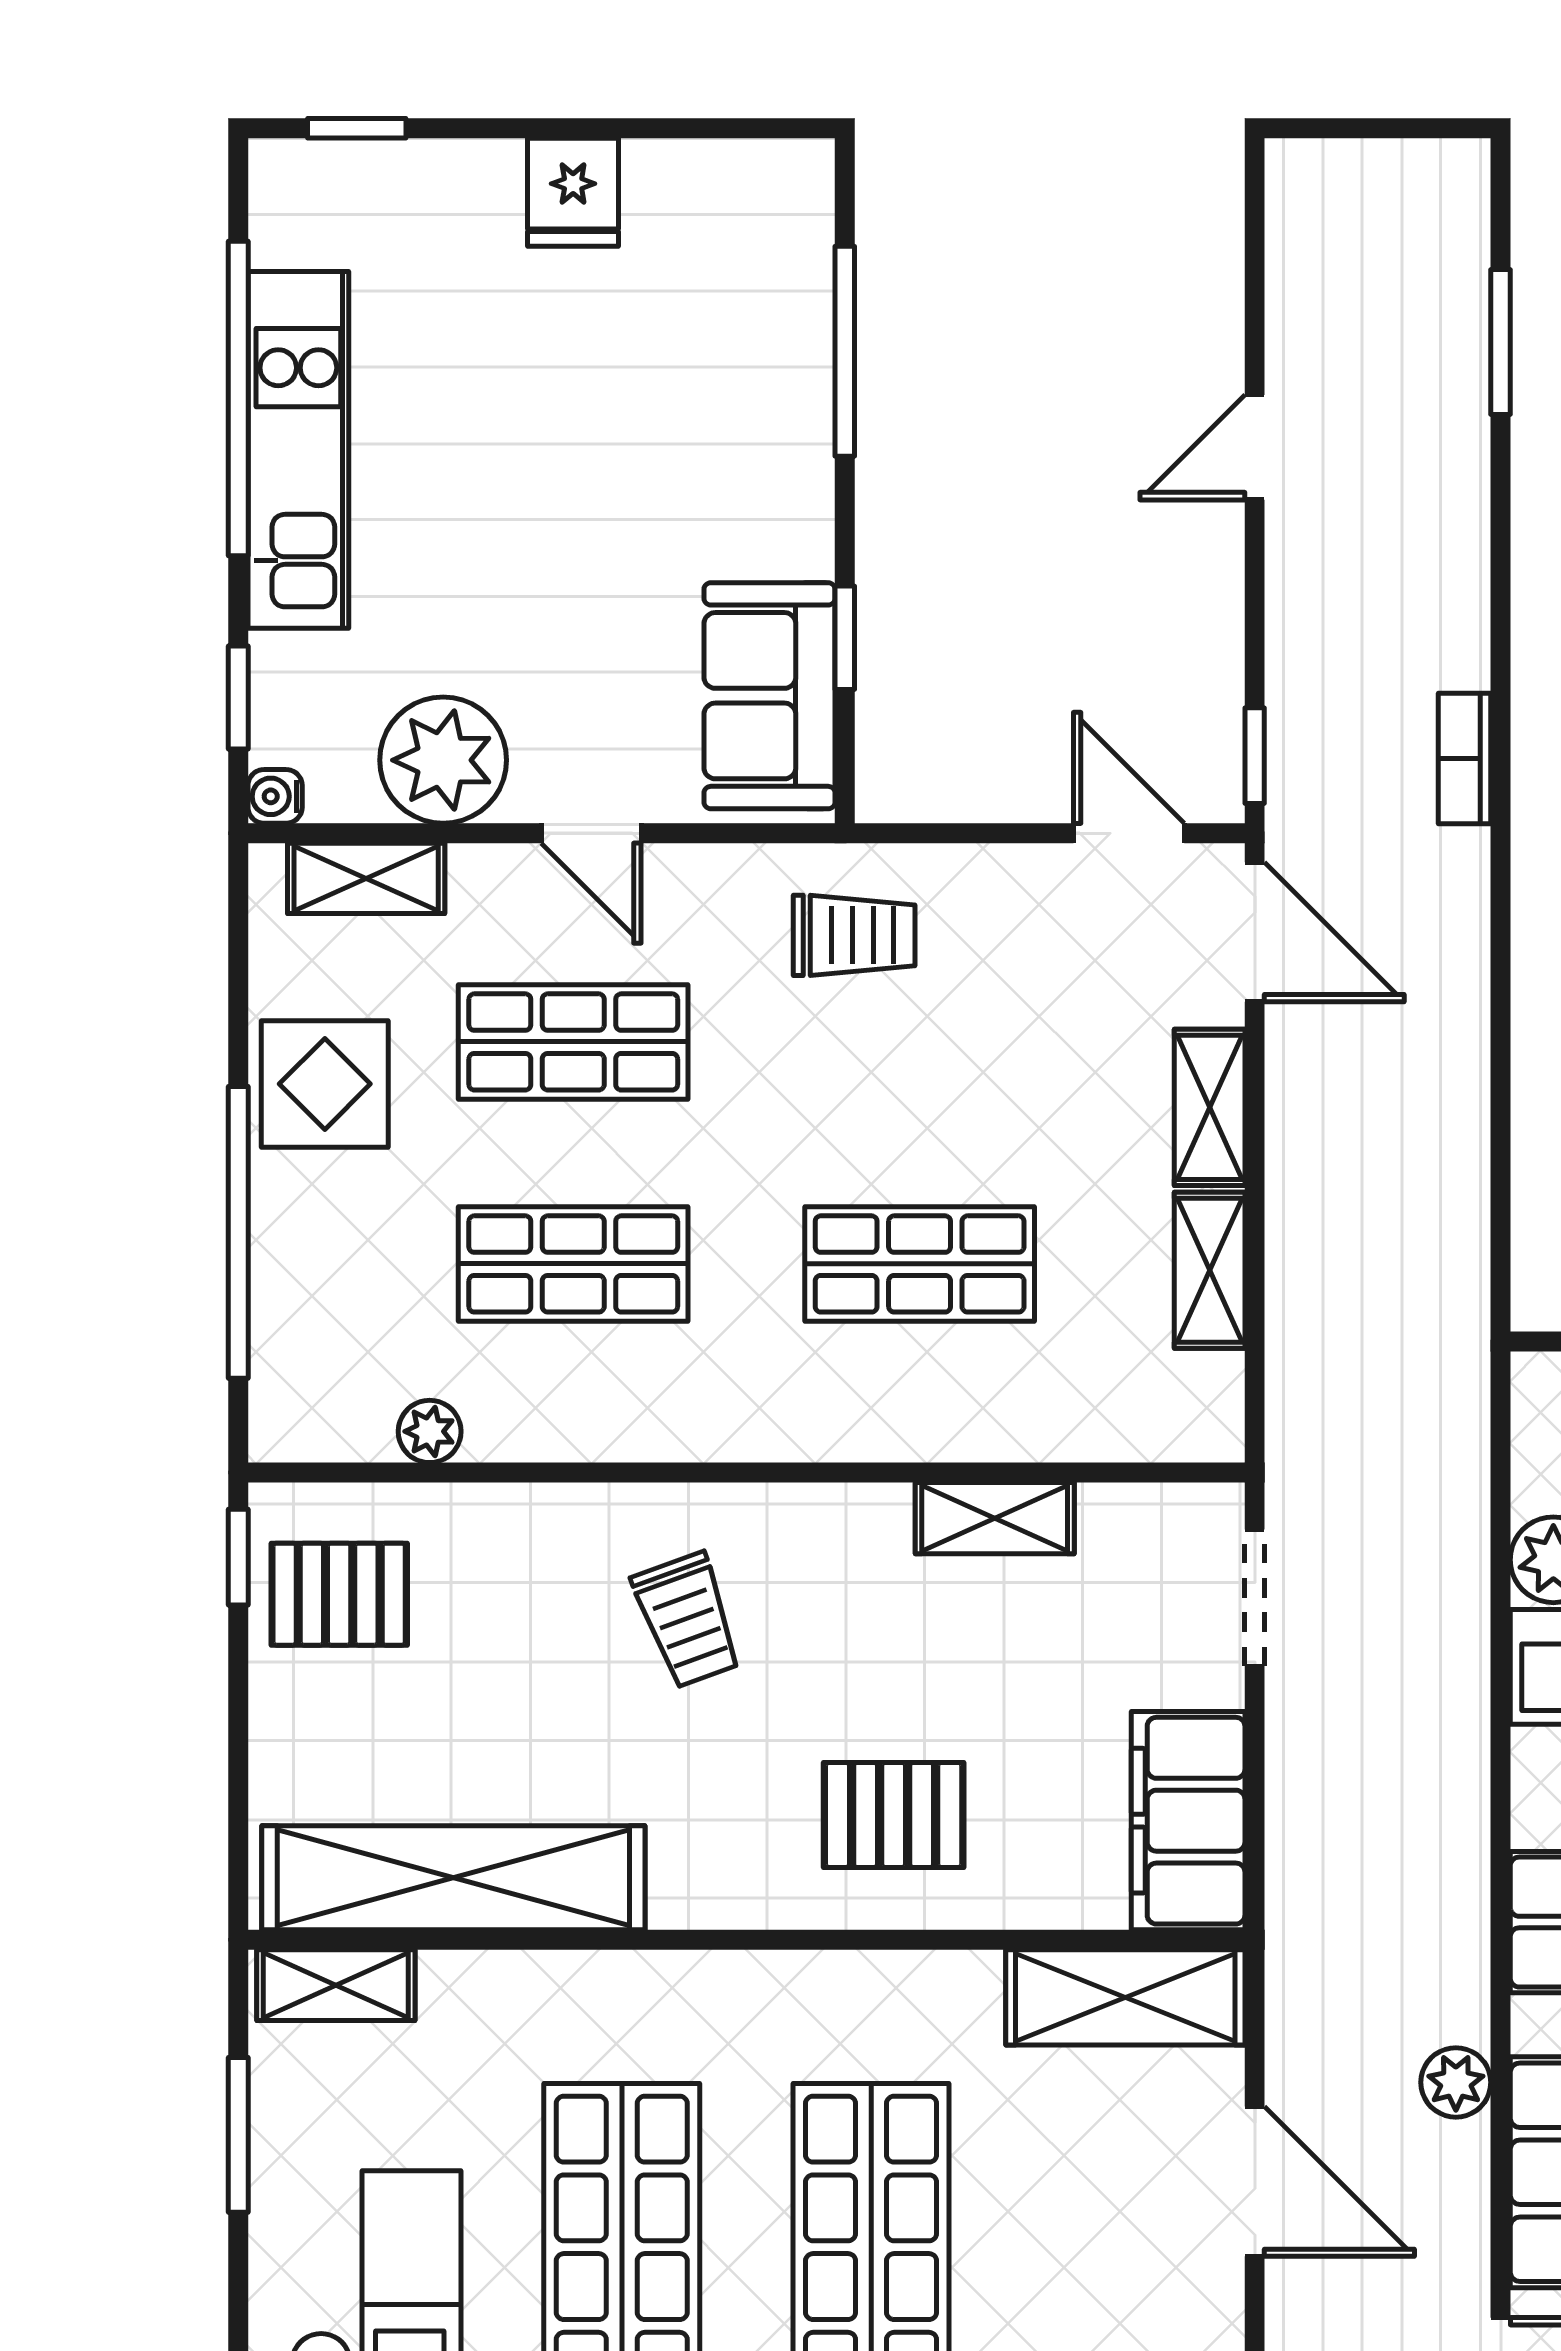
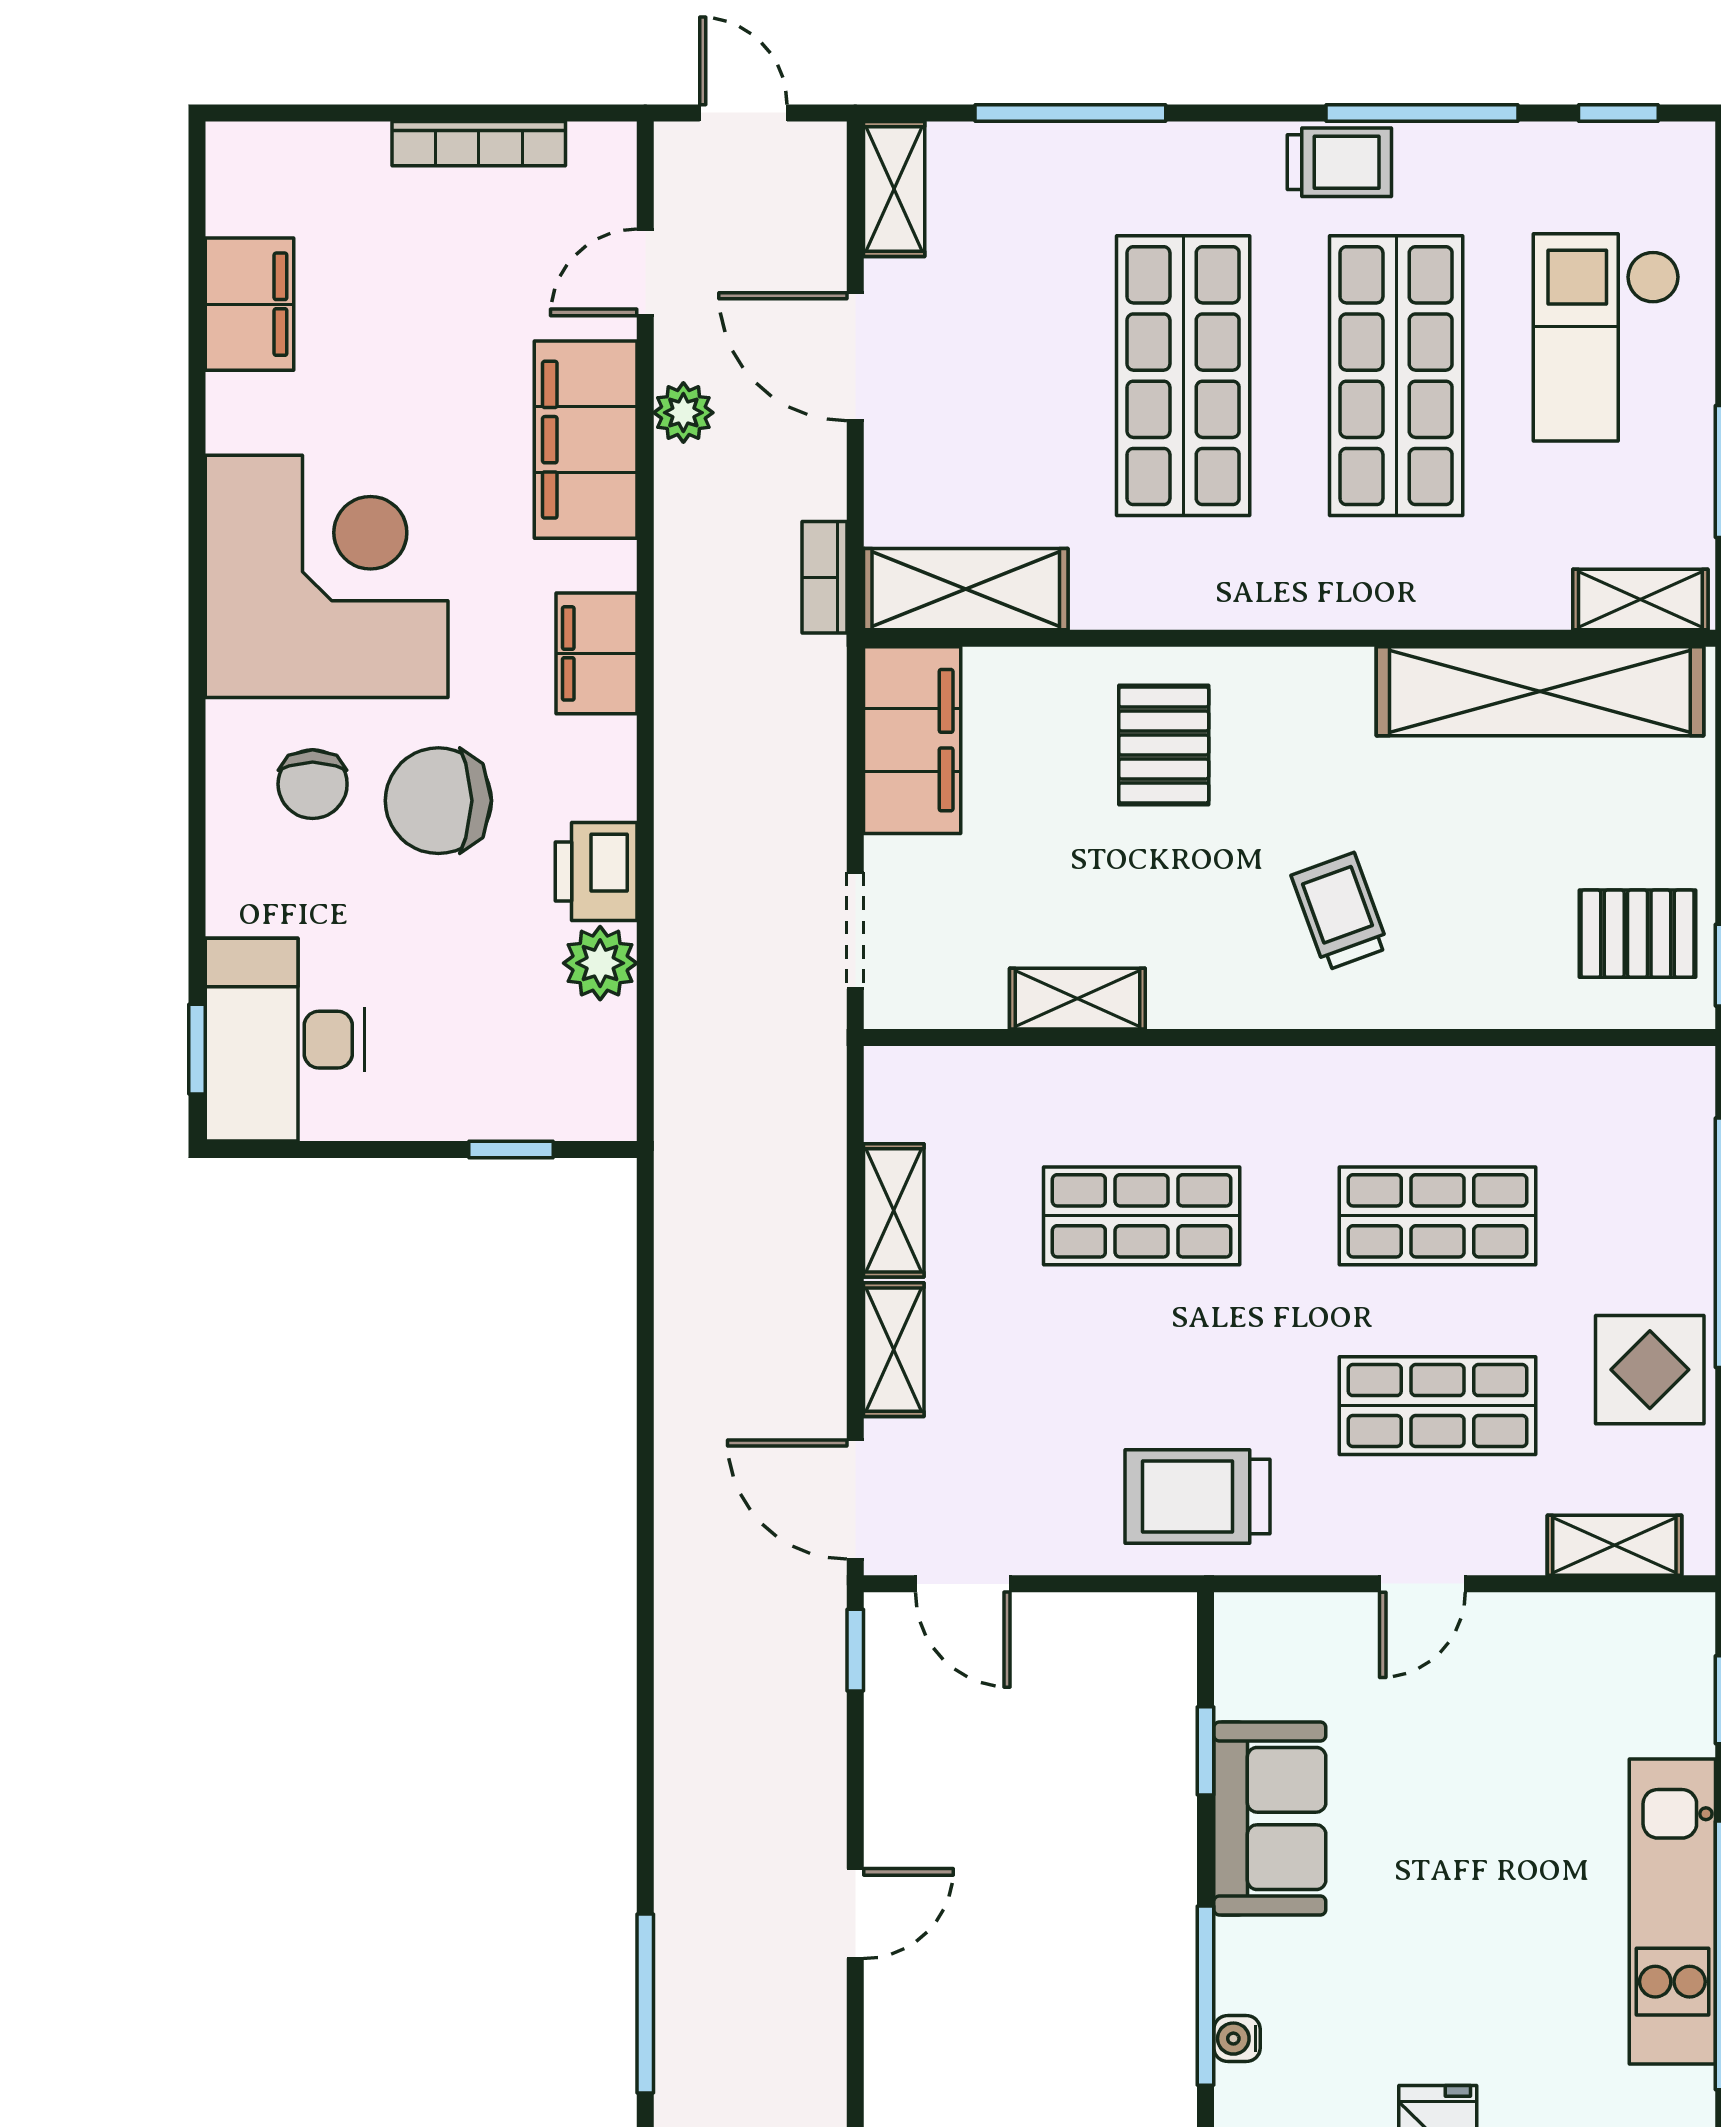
window: (1501, 342) -> (645, 2004), width x1.44
sofa: (769, 696) -> (1270, 1818), moved
bookcase: (1465, 758) -> (825, 577), moved, turned 180
plant: (443, 760) -> (1549, 1646), removed
water cooler: (275, 796) -> (1237, 2039), moved, turned 180
door: (591, 833) -> (1422, 1584), swing flipped
trolley: (854, 935) -> (1198, 1497), width x1.36, depth x1.39
plant: (430, 1431) -> (1560, 1073), removed
pallet: (894, 1815) -> (1164, 745), turned 90
plant: (1456, 2082) -> (683, 413), moved
door: (1255, 2181) -> (855, 357), moved

